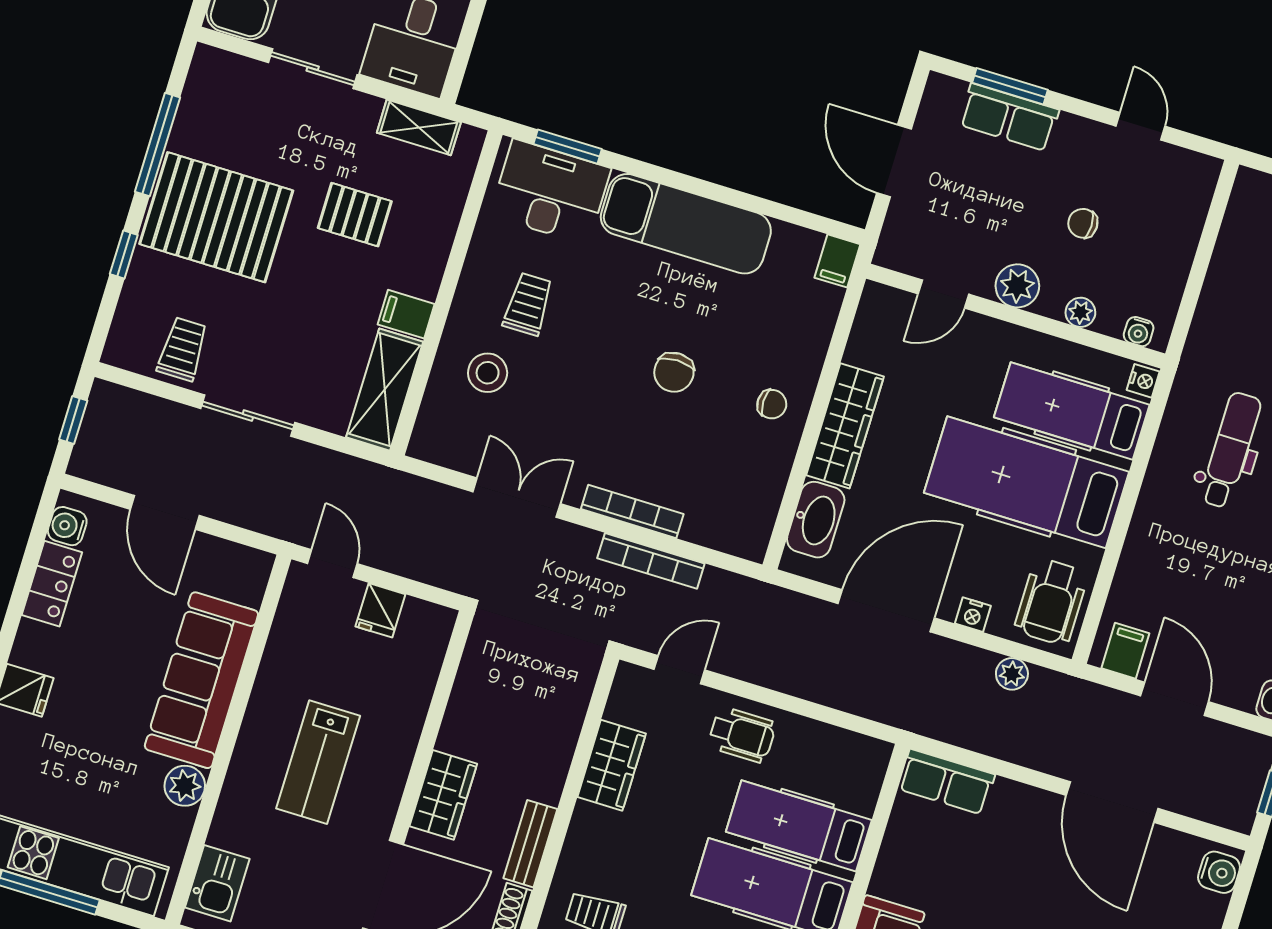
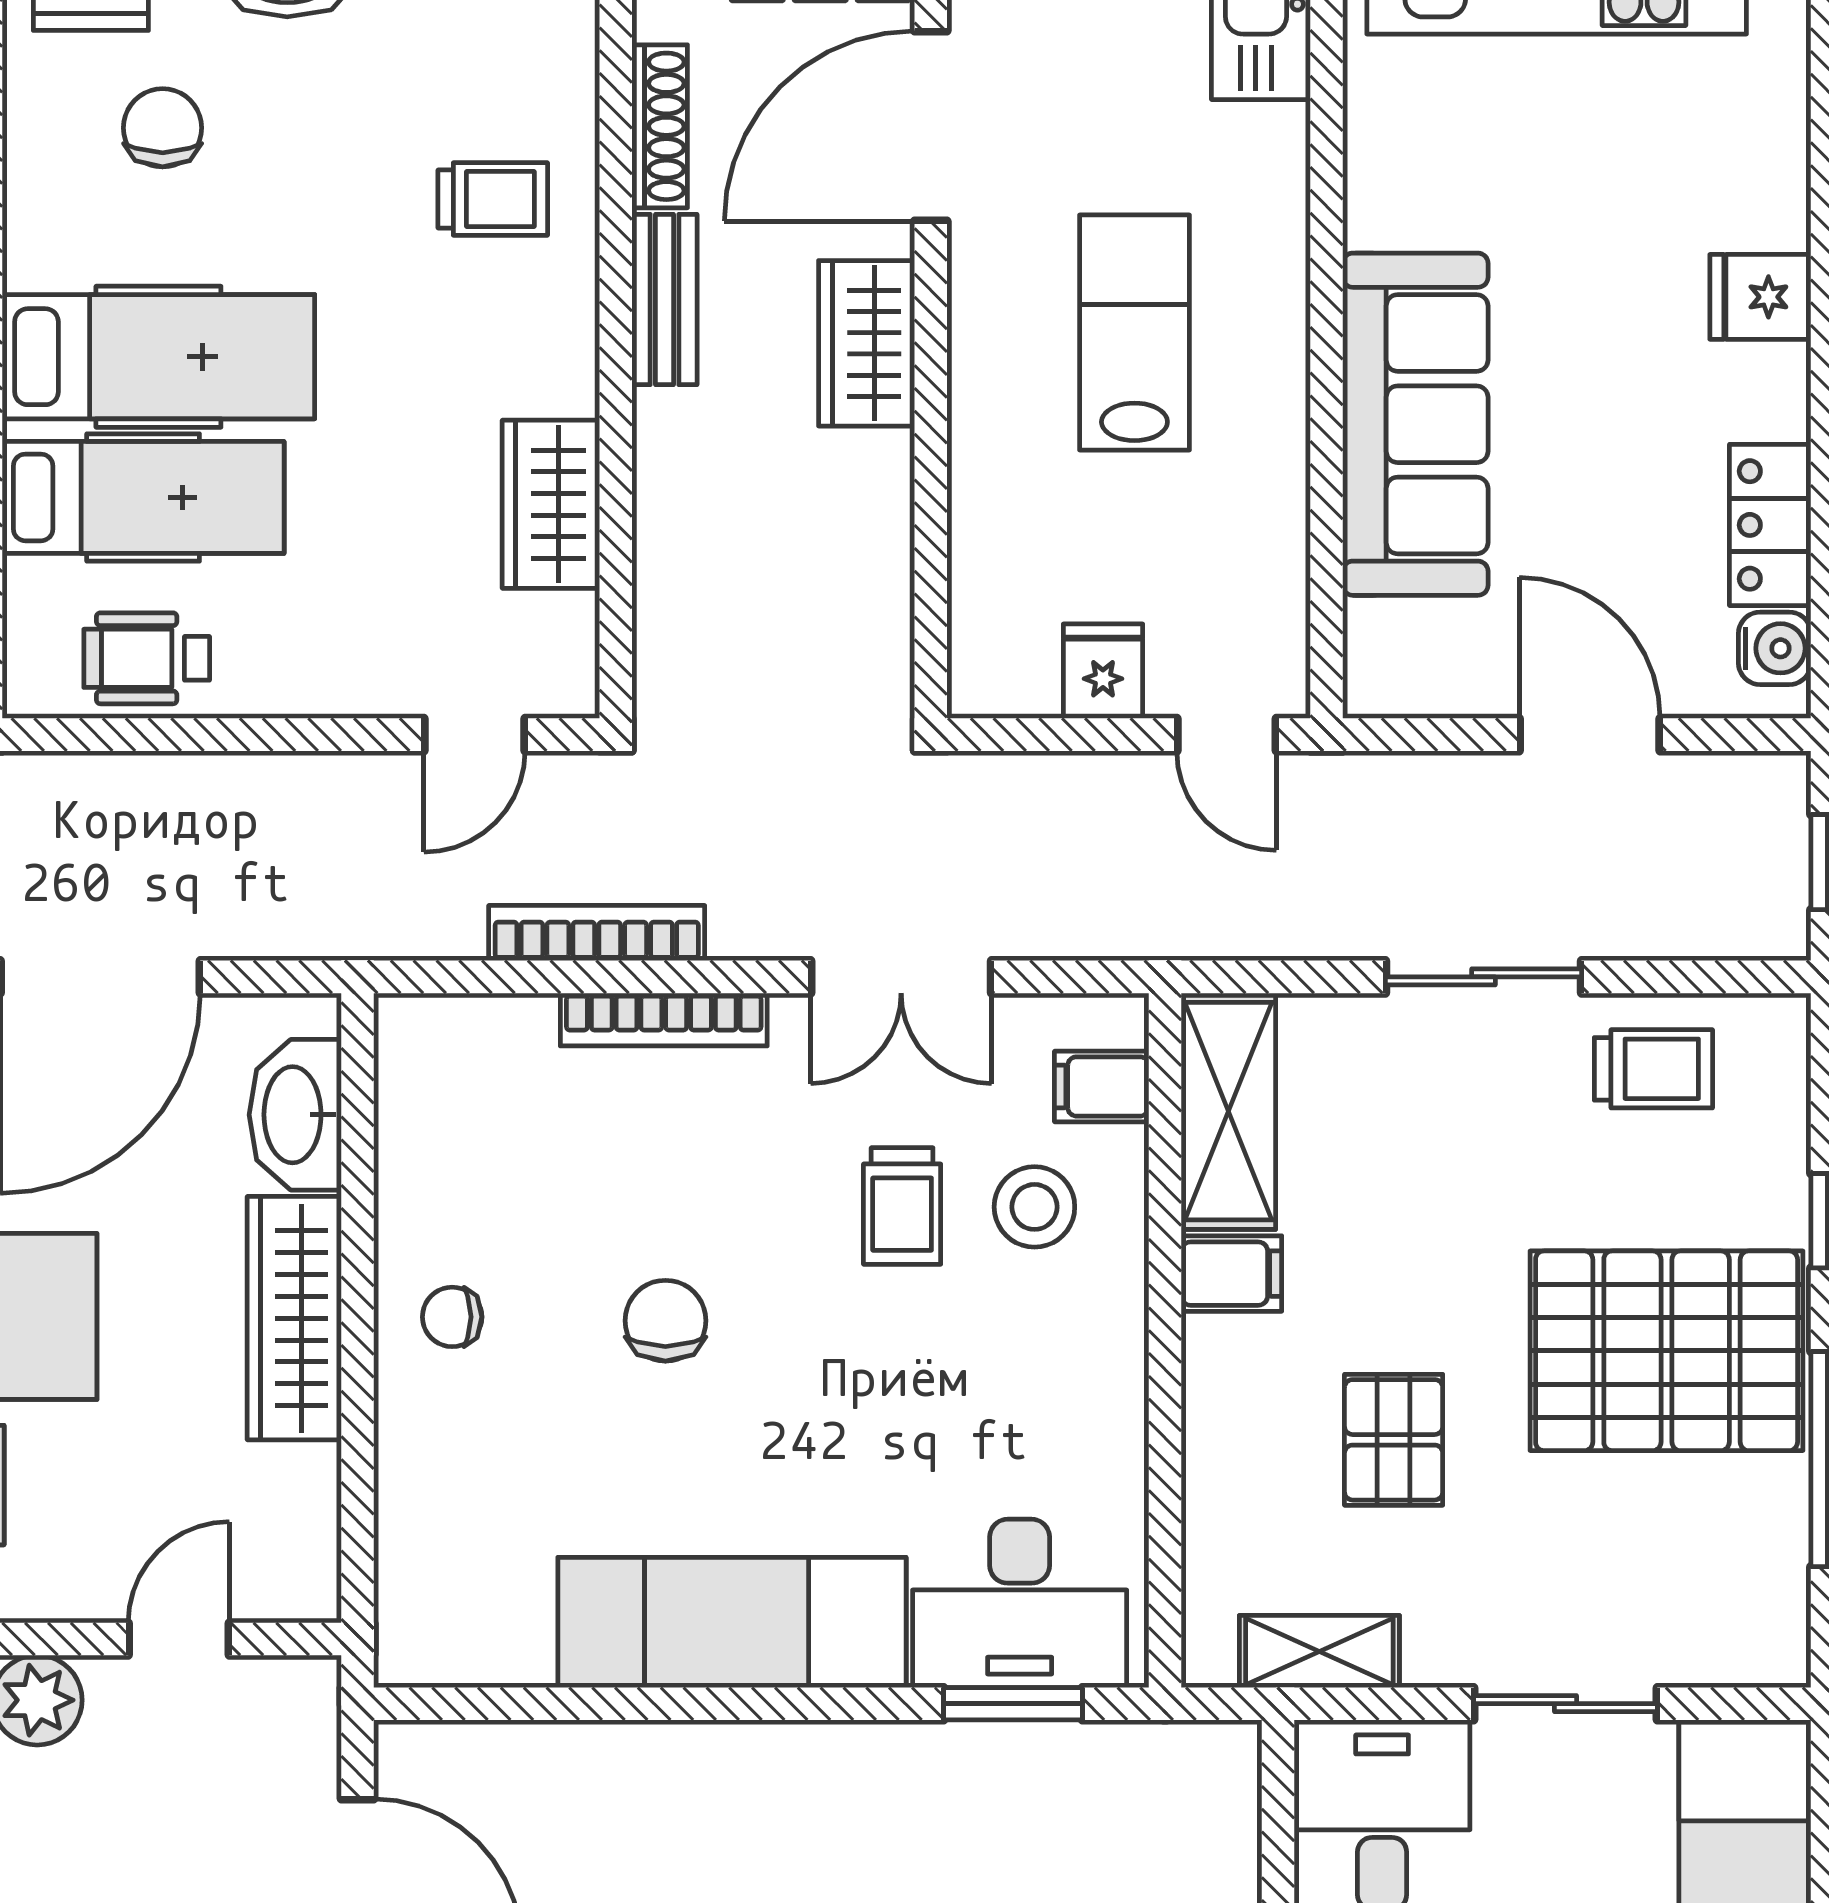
pallet: (355, 215) -> (1394, 1440), turned 90
filing cabinet: (837, 261) -> (1102, 1086), moved, turned -90
trolley: (528, 304) -> (902, 1206), moved
trolley: (182, 349) -> (1653, 1069), turned -90
wheelchair: (742, 735) -> (147, 658), moved
plant: (185, 786) -> (1384, 205), removed

